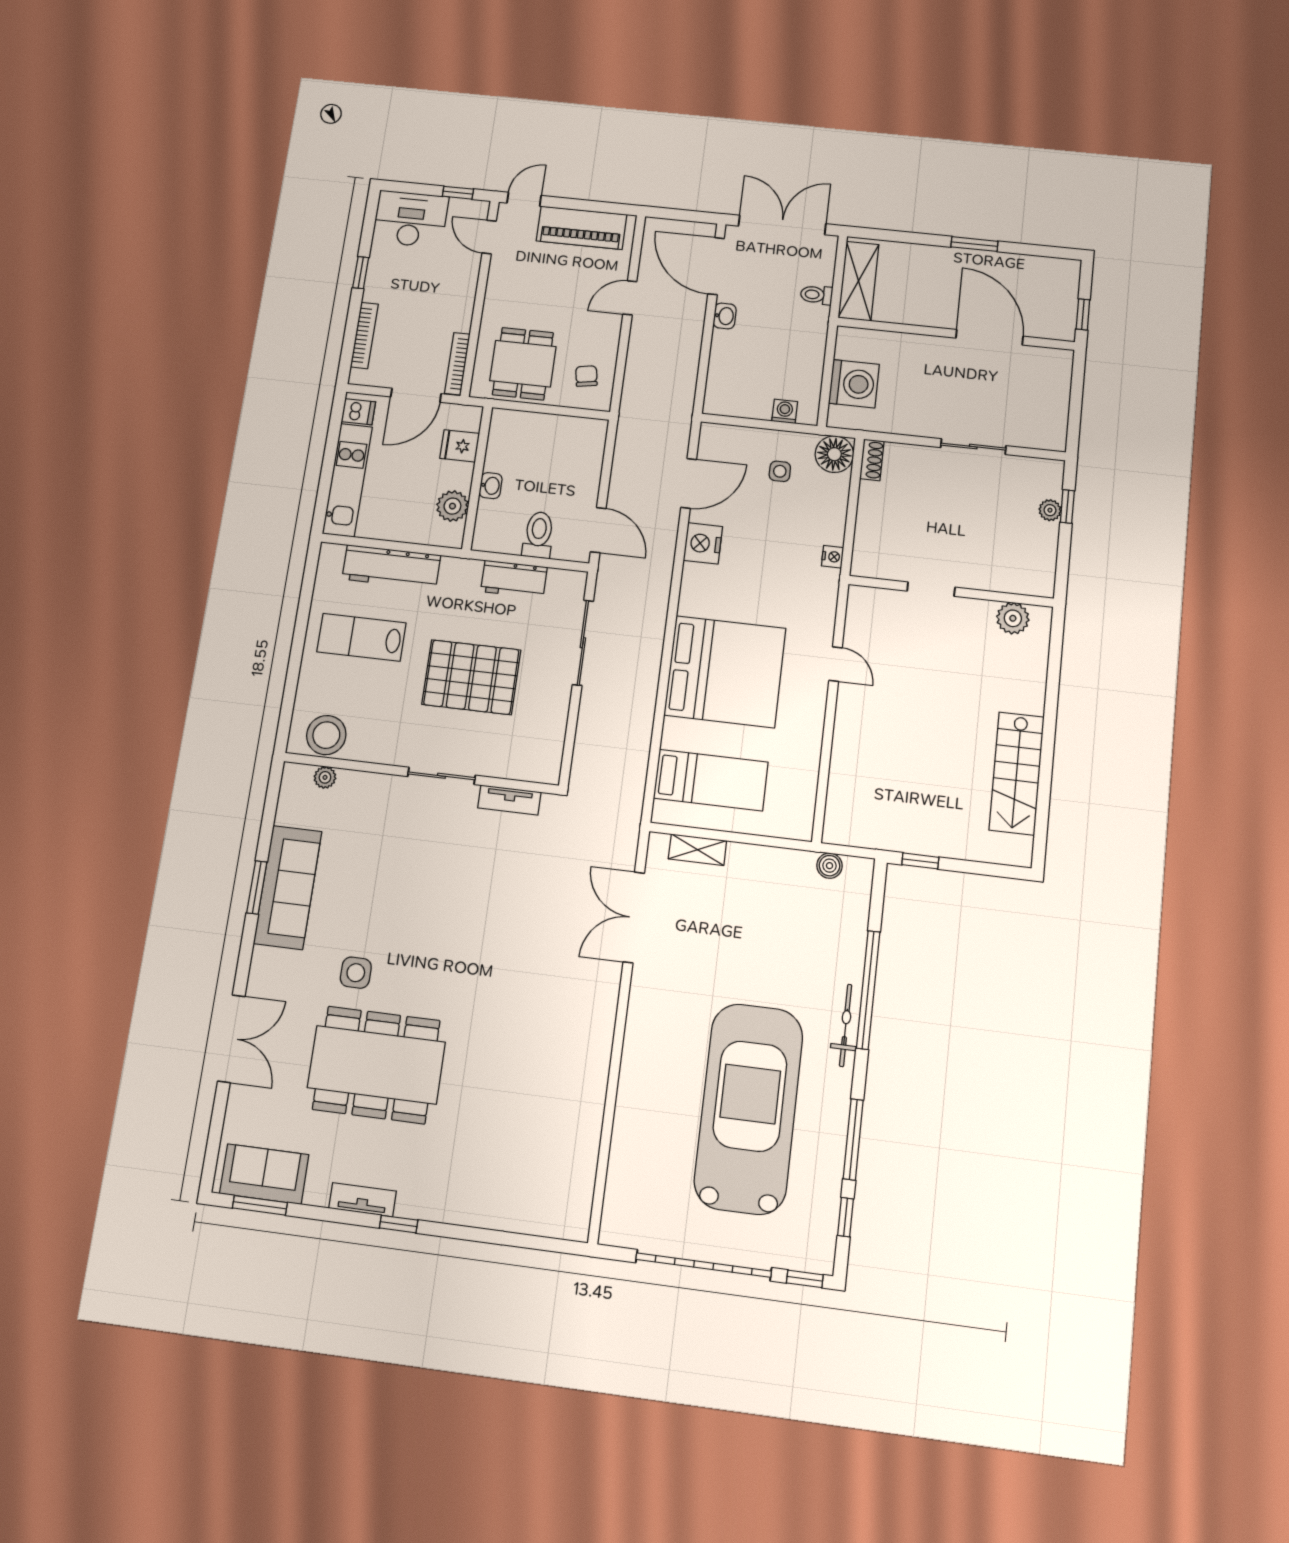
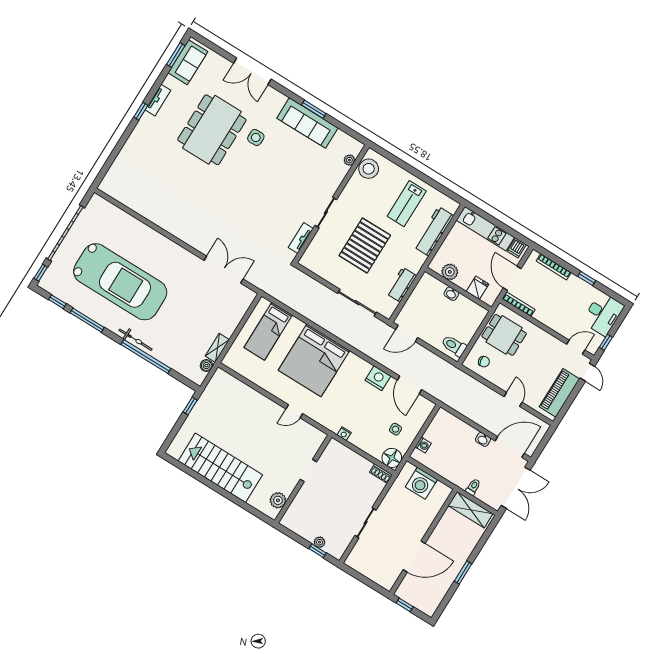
toilet: (538, 535) -> (454, 346), moved, turned 180
lab bench: (361, 637) -> (407, 204), turned 180
stairs: (1017, 773) -> (220, 468), width x1.36, depth x1.51
shelving: (697, 850) -> (217, 348), moved

